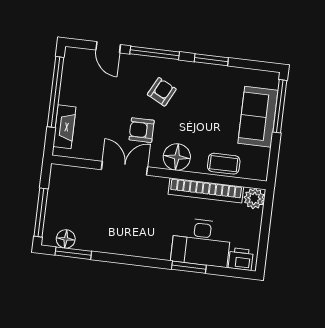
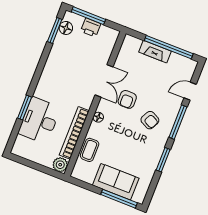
fireplace: (64, 127) -> (155, 52), moved
armchair: (142, 130) -> (127, 99), turned 180
floor lamp: (177, 157) -> (98, 117), width x0.53, depth x0.53
printer: (241, 259) -> (91, 27), moved, turned 90

